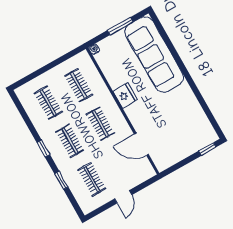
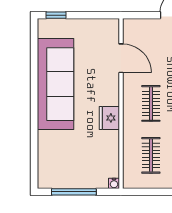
window: (120, 26) -> (74, 192), width x1.44
sofa: (154, 55) -> (56, 84), moved

